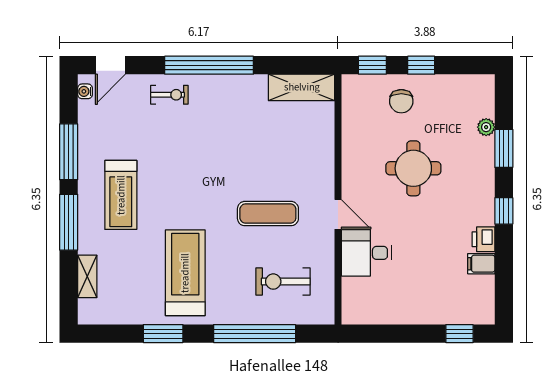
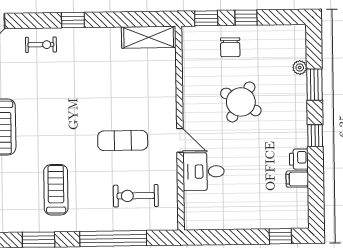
window: (209, 65) -> (73, 20), width x0.32
round table: (413, 168) -> (241, 102), turned 31
treadmill: (185, 273) -> (56, 190), width x0.73, depth x0.73

